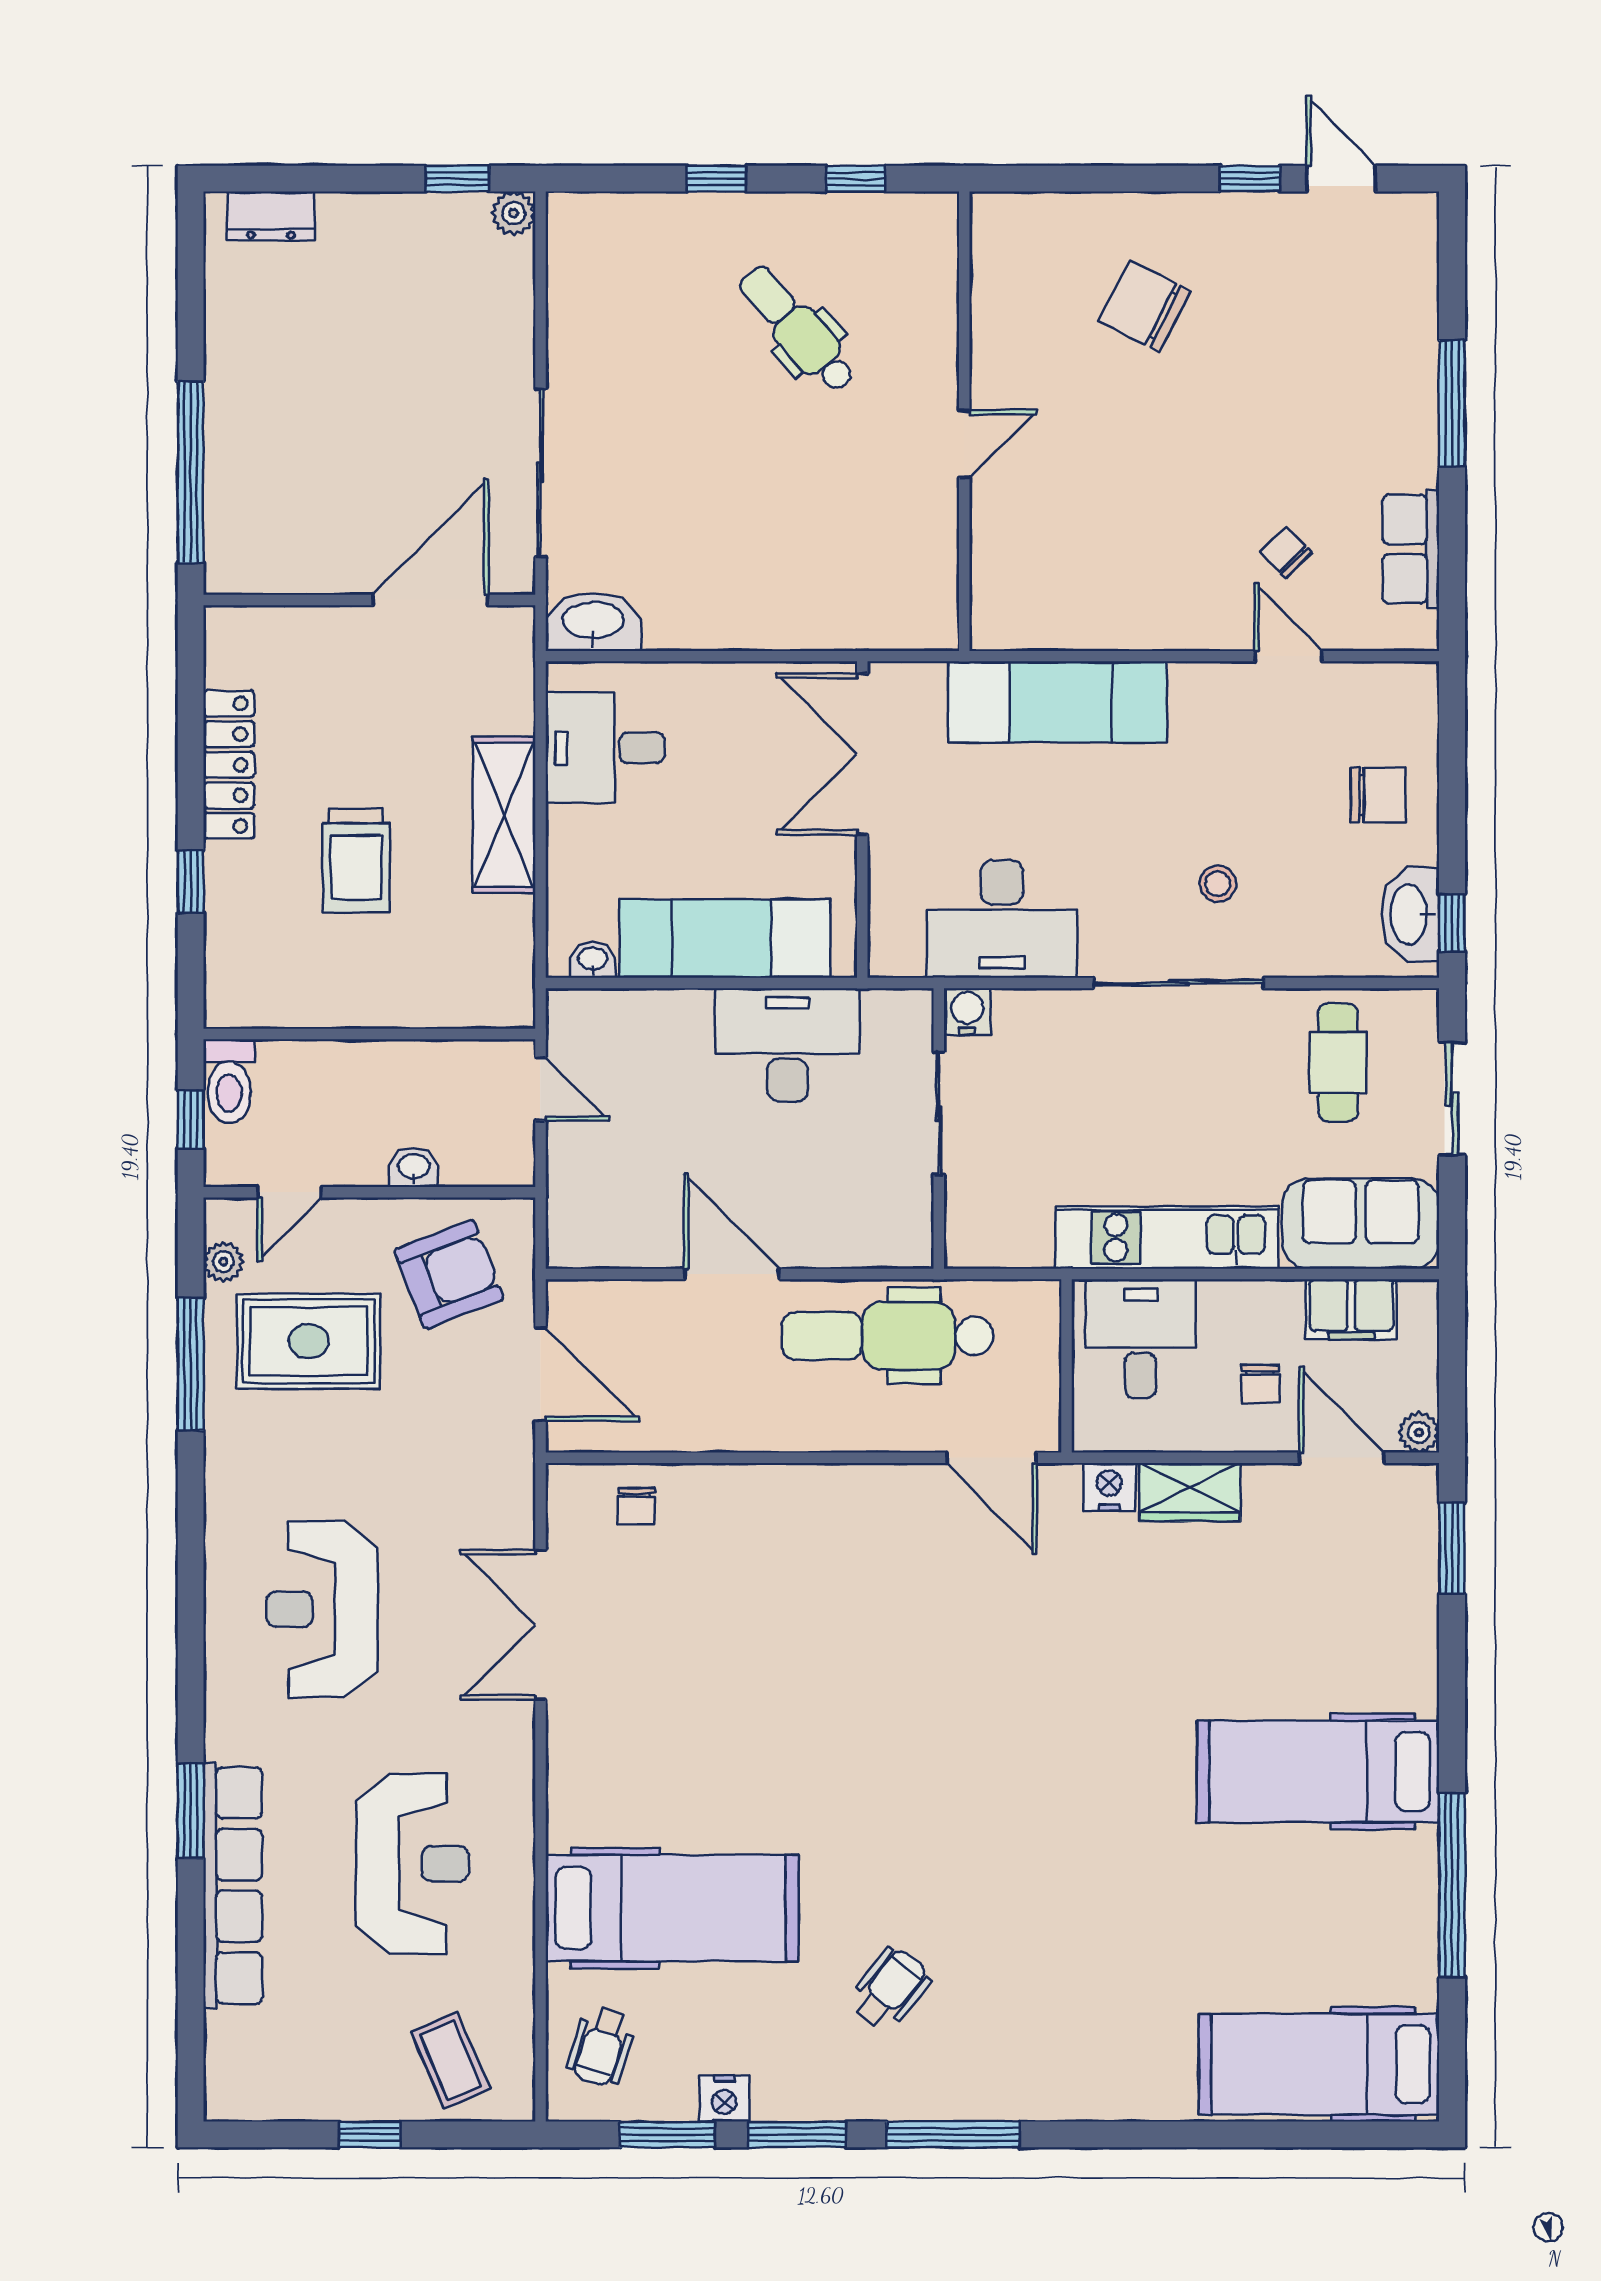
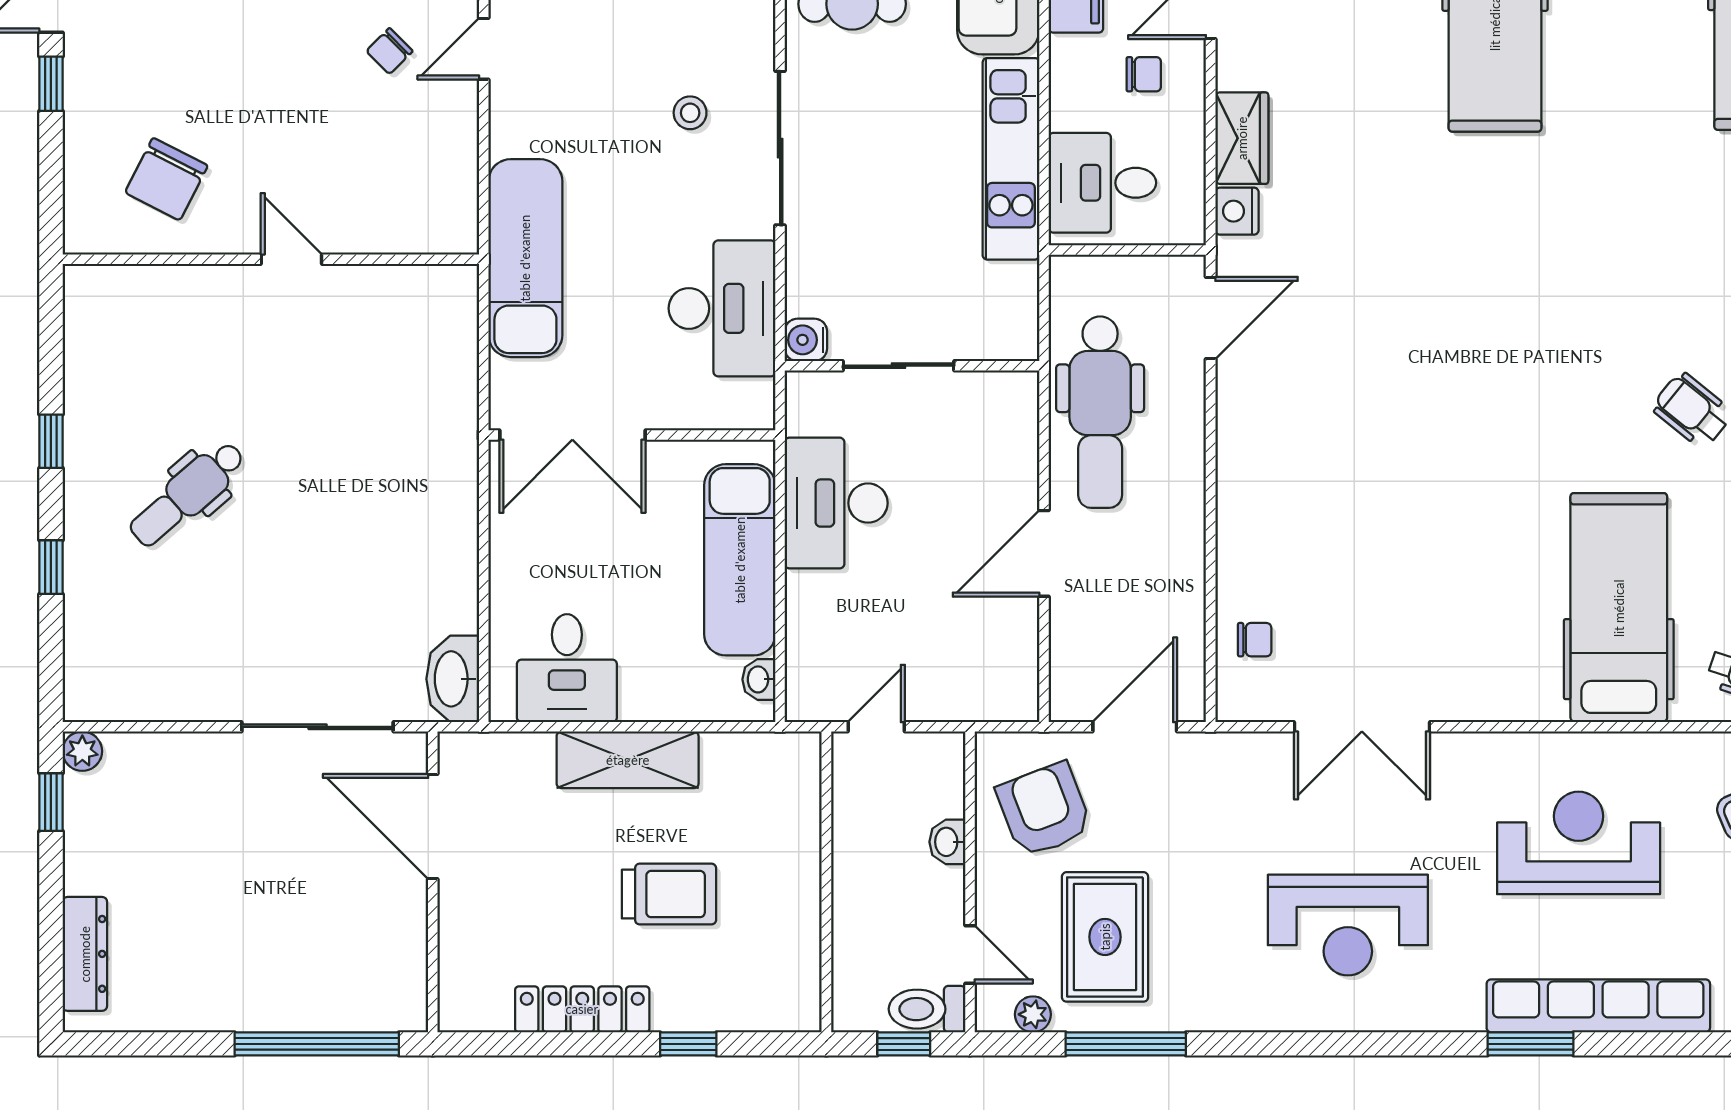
dresser: (271, 216) -> (85, 954), width x1.44
wall: (964, 421) -> (271, 259), moved
door: (964, 444) -> (291, 259), moved
toilet: (229, 1081) -> (927, 1009), moved, turned 180

